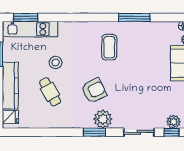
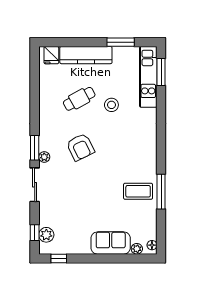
coffee table: (109, 47) -> (138, 191), moved
plant: (103, 119) -> (44, 157), width x0.53, depth x0.53
sliding door: (139, 132) -> (35, 185), moved

